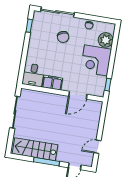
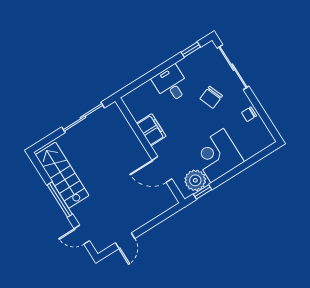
plant: (106, 40) -> (195, 180), moved
desk: (33, 75) -> (171, 84), moved, turned 90
door: (98, 147) -> (125, 241), swing flipped

